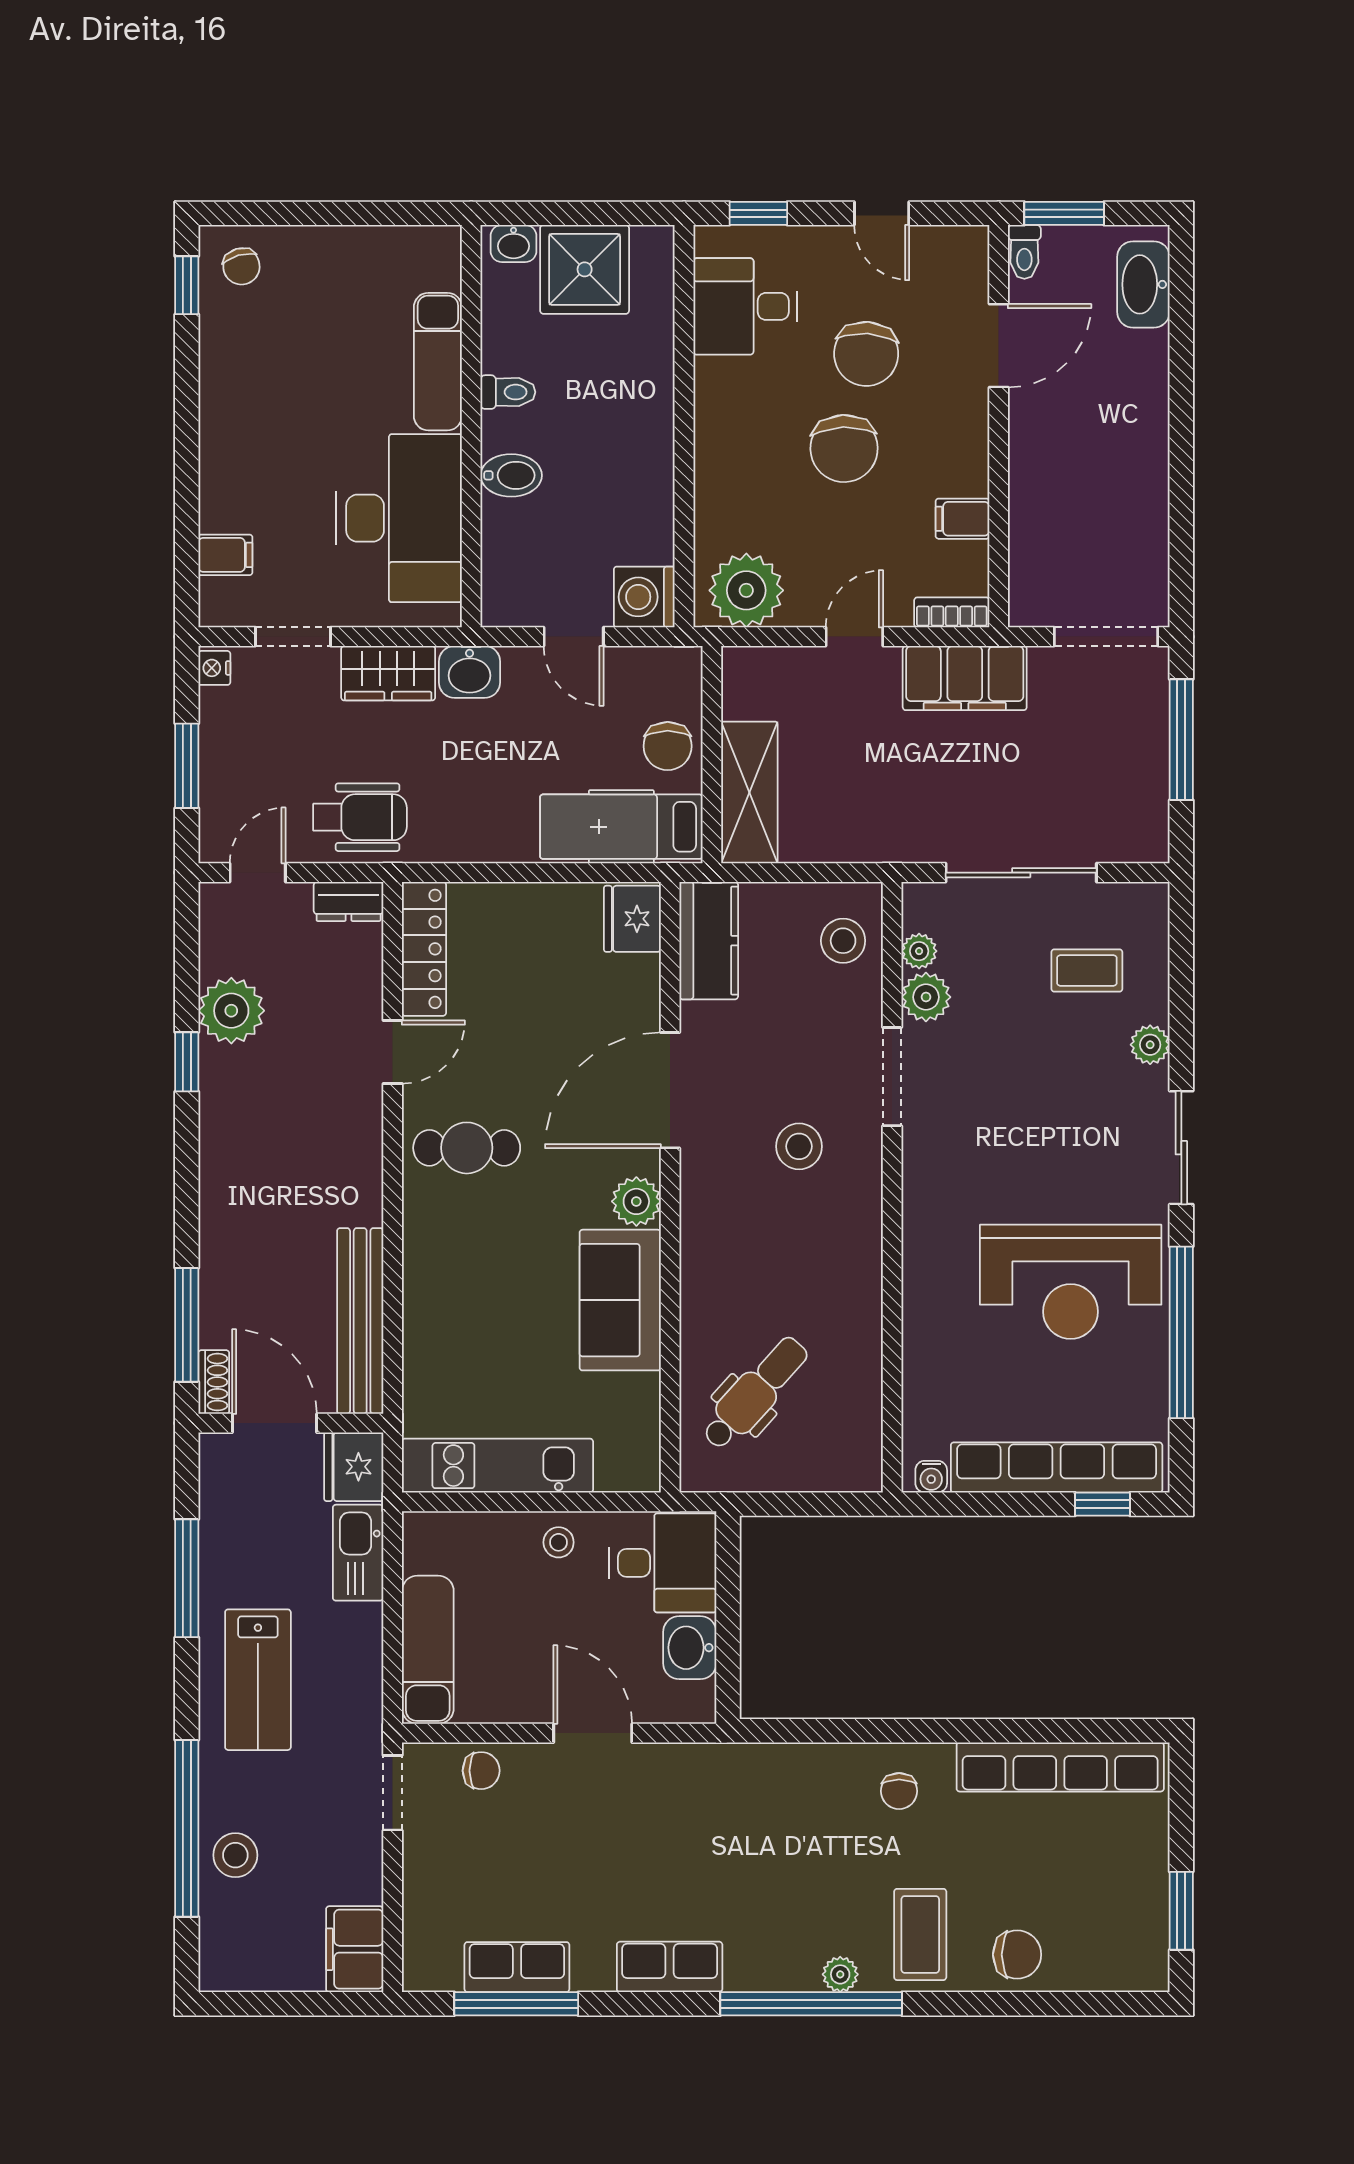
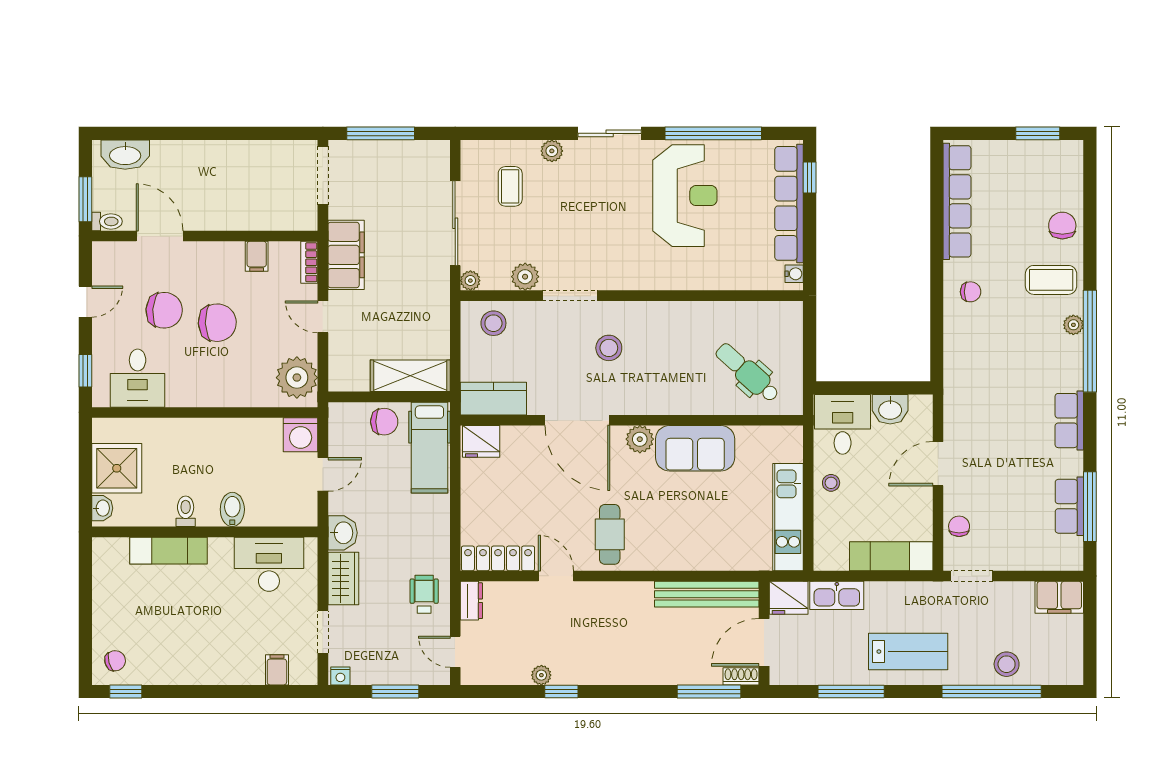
desk: (399, 518) -> (269, 564), width x0.73, depth x0.77
wheelchair: (360, 817) -> (424, 594), width x0.73, depth x0.73
plant: (919, 951) -> (470, 281), moved
plant: (231, 1011) -> (541, 675), width x0.53, depth x0.53

